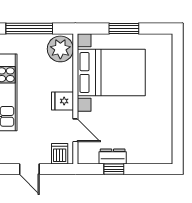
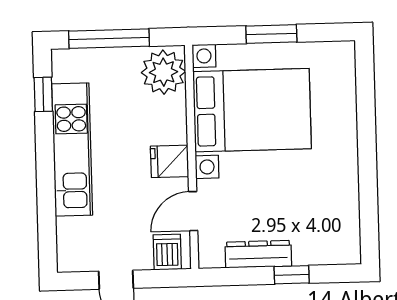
door: (75, 130) -> (193, 211), swing flipped
dresser: (113, 156) -> (258, 254), width x1.44
window: (114, 169) -> (292, 275), moved

